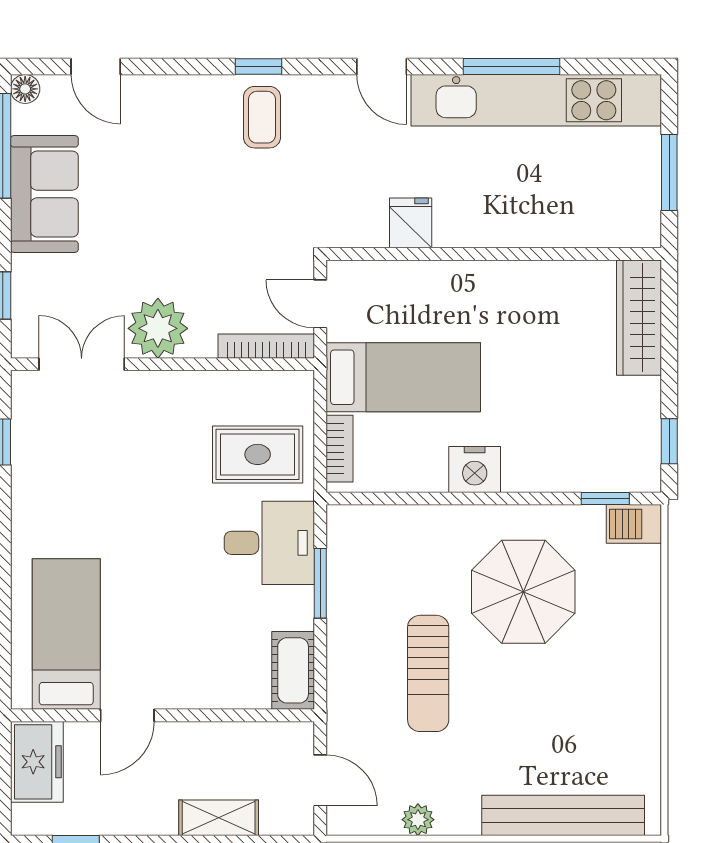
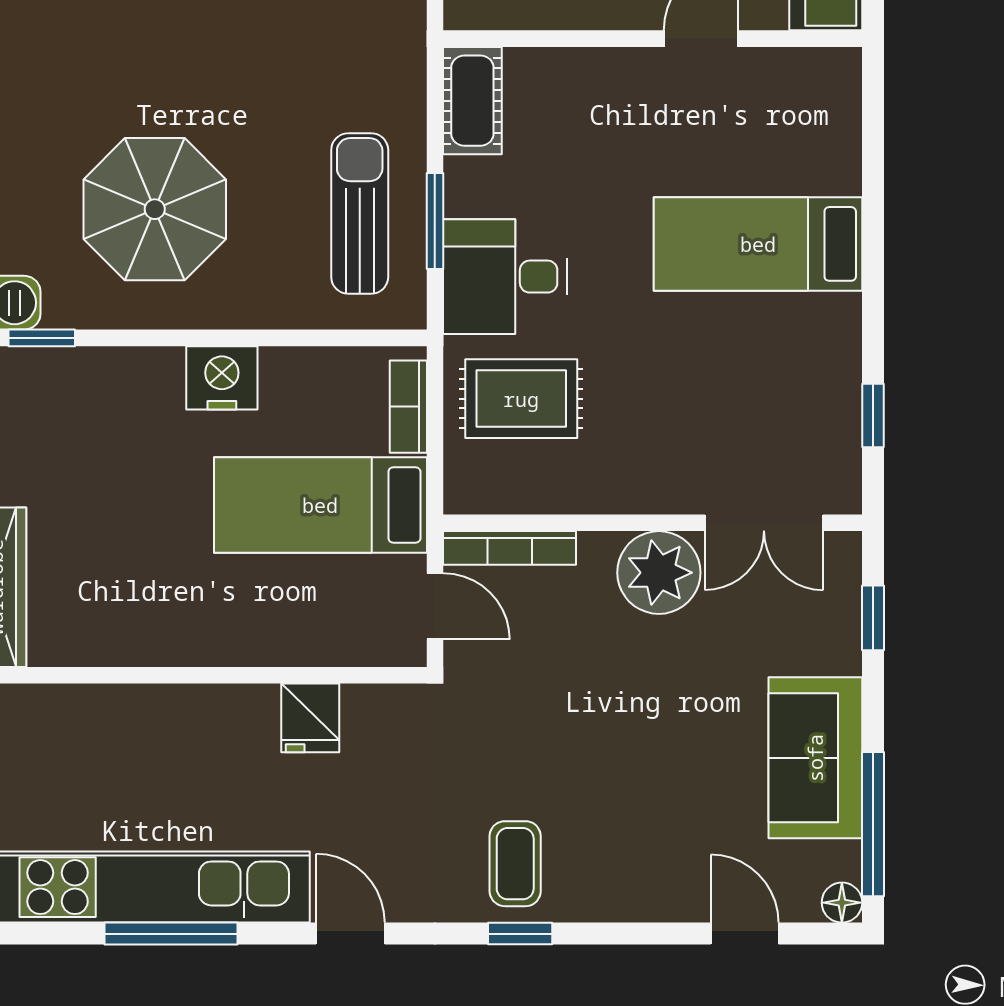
bed: (66, 634) -> (758, 244), moved, turned 90
sun lounger: (428, 673) -> (360, 214), moved

